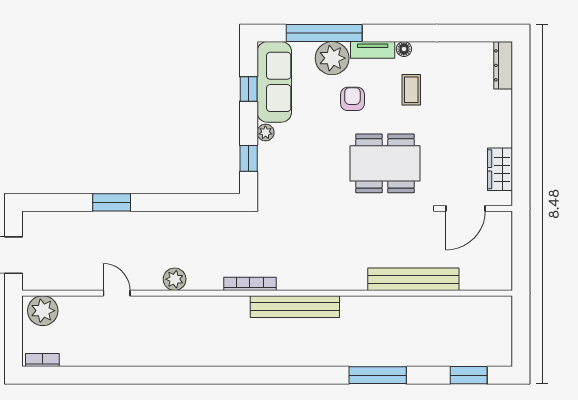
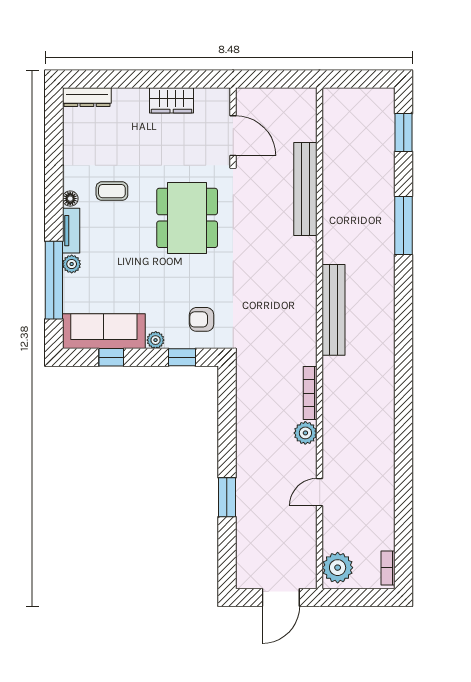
plant: (332, 58) -> (72, 264), width x0.53, depth x0.53
armchair: (352, 99) -> (202, 319), moved
wardrobe: (500, 169) -> (172, 100), moved
bookcase: (250, 284) -> (310, 393), moved

